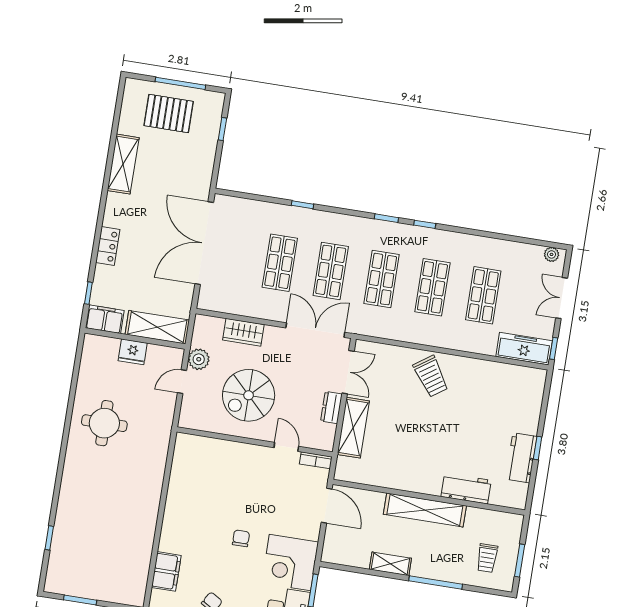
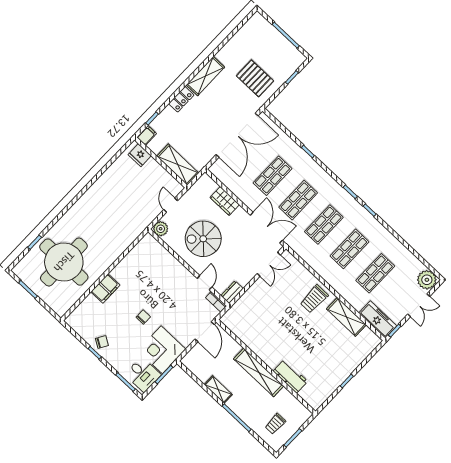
pallet: (169, 114) -> (255, 78), moved
shelving: (123, 164) -> (205, 76), moved
double door: (204, 243) -> (237, 135), swing flipped
plant: (552, 254) -> (427, 280), width x1.87, depth x1.87
double door: (562, 298) -> (419, 305), swing flipped
filing cabinet: (105, 319) -> (147, 135), width x0.50
fridge: (133, 352) -> (140, 155), moved
plant: (199, 359) -> (161, 229), moved
trolley: (431, 376) -> (314, 299), turned 35
door: (182, 382) -> (171, 205), hinge flipped
dresser: (331, 408) -> (232, 292), moved
round table: (104, 423) -> (64, 262), moved, width x1.86, depth x1.86
shelving: (353, 428) -> (346, 317), moved, turned 90
workbench: (521, 458) -> (334, 380), removed
filing cabinet: (166, 571) -> (105, 289), moved

